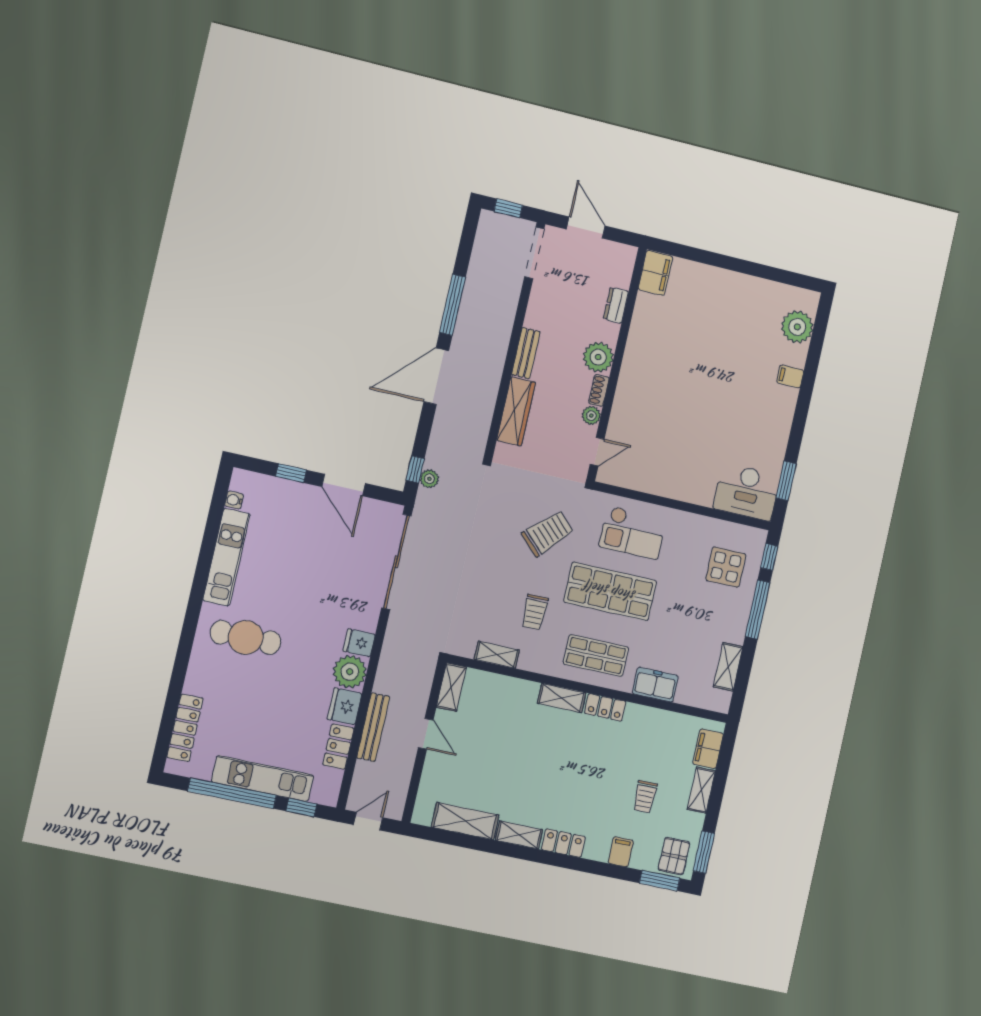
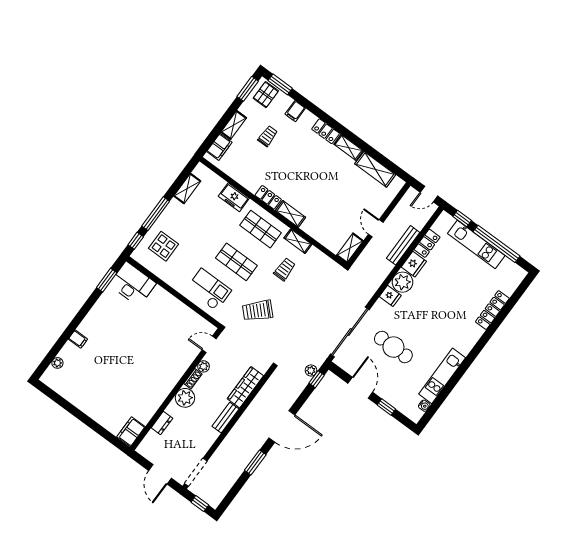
window: (452, 305) -> (255, 463), width x0.69
plant: (797, 327) -> (57, 363), width x0.53, depth x0.53
shop shelf: (610, 591) -> (236, 262), width x0.70, depth x0.74
cafe table: (246, 637) -> (393, 347), moved
shelving: (497, 655) -> (298, 241), moved
locker: (185, 728) -> (492, 310), moved

